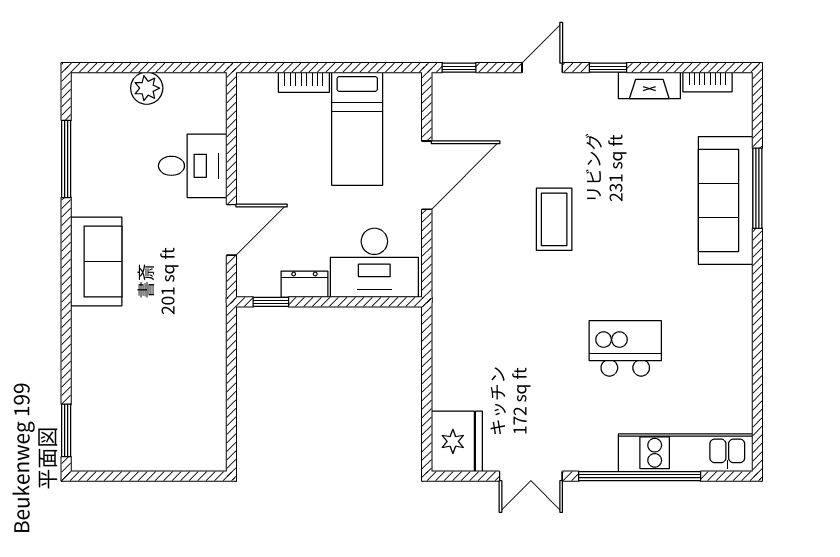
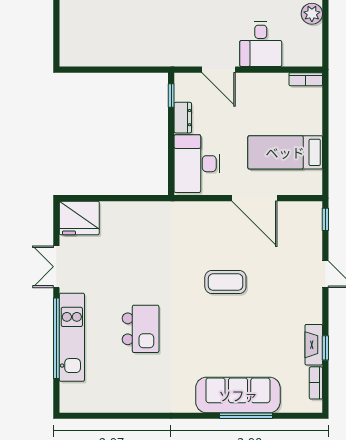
window: (608, 68) -> (325, 348), moved
bookcase: (304, 82) -> (306, 79), moved, turned -90
kitchen unit: (686, 453) -> (72, 337), moved

